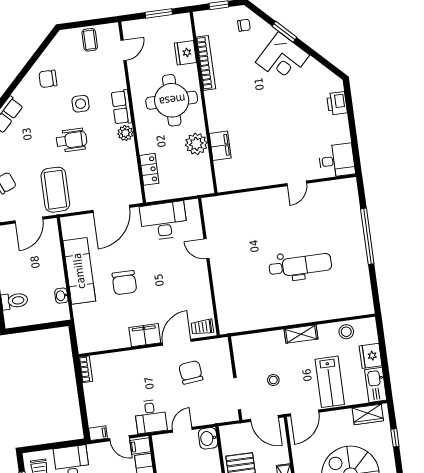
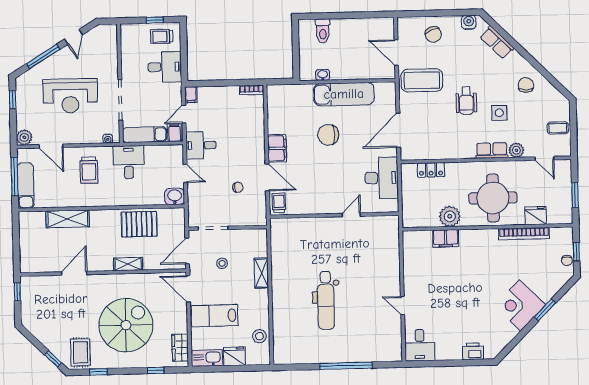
chair: (244, 25) -> (567, 260), moved
plant: (125, 133) -> (516, 150), moved
door: (111, 209) -> (398, 130), hinge flipped
shelving: (301, 334) -> (261, 273), moved
chair: (191, 372) -> (238, 187), width x0.54, depth x0.54

